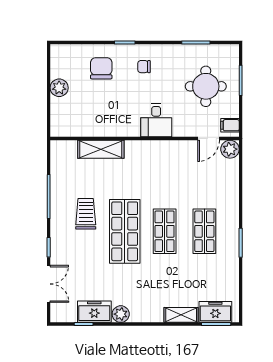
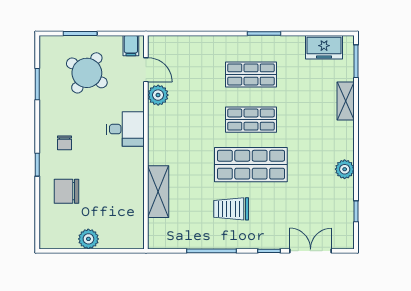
round table: (206, 86) -> (87, 73), turned 33
plant: (230, 149) -> (158, 95), moved
freezer: (94, 312) -> (342, 199), removed
freezer: (215, 312) -> (324, 47), moved, turned -90

